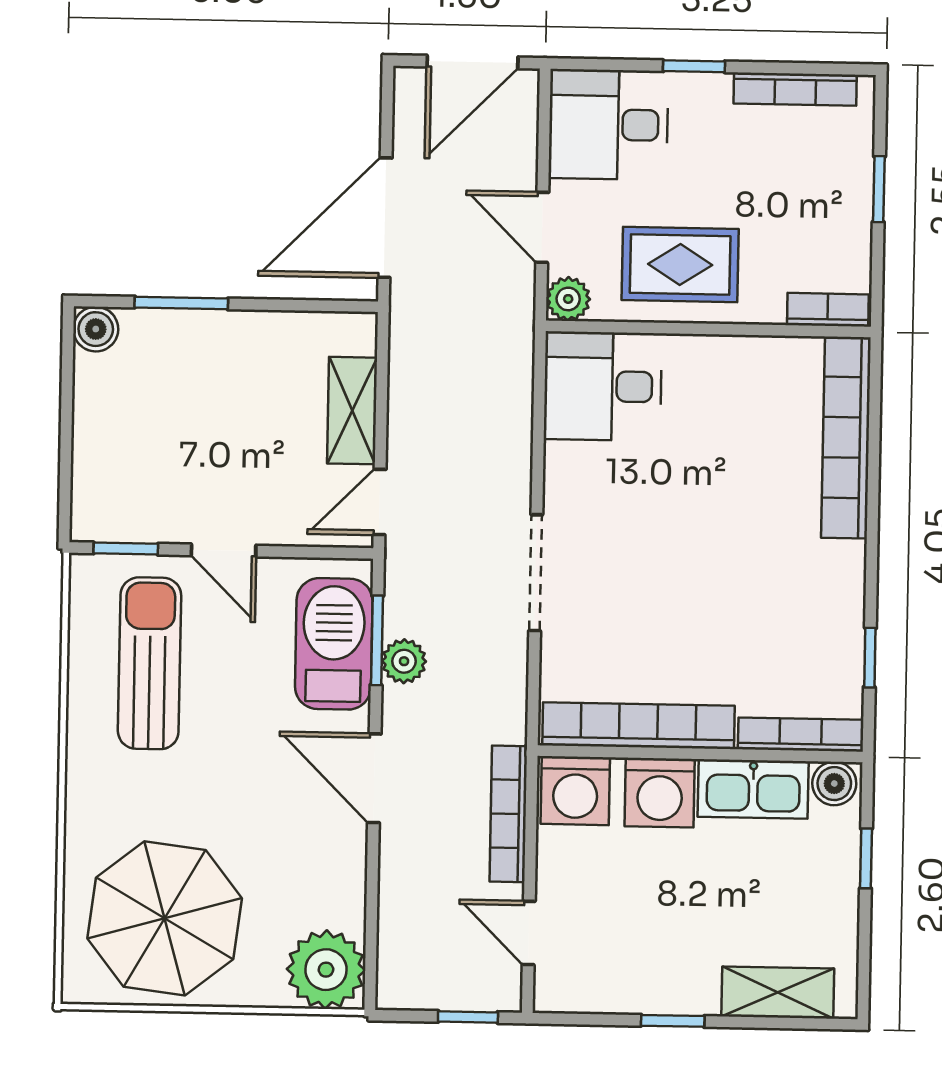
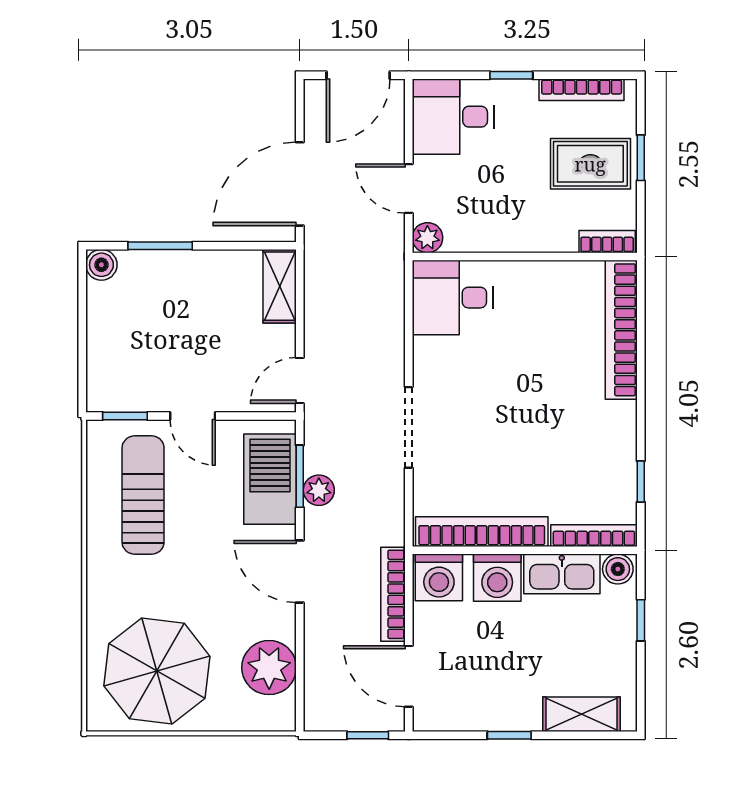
rug: (680, 264) -> (590, 164), moved
shelving: (352, 411) -> (280, 286), moved
door: (529, 933) -> (409, 676), width x1.37
plant: (326, 970) -> (269, 668), moved

